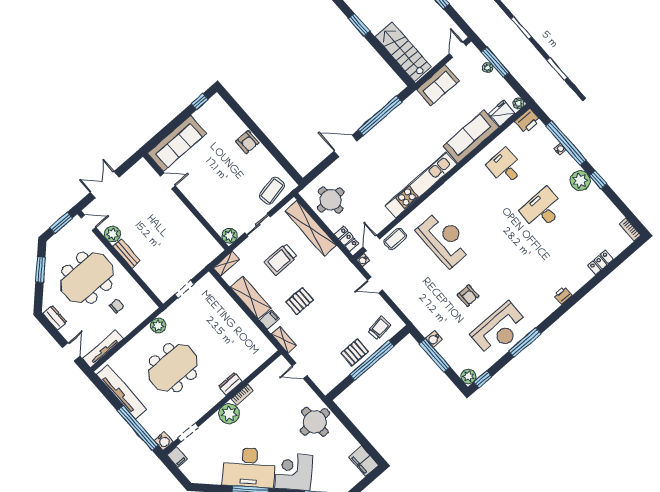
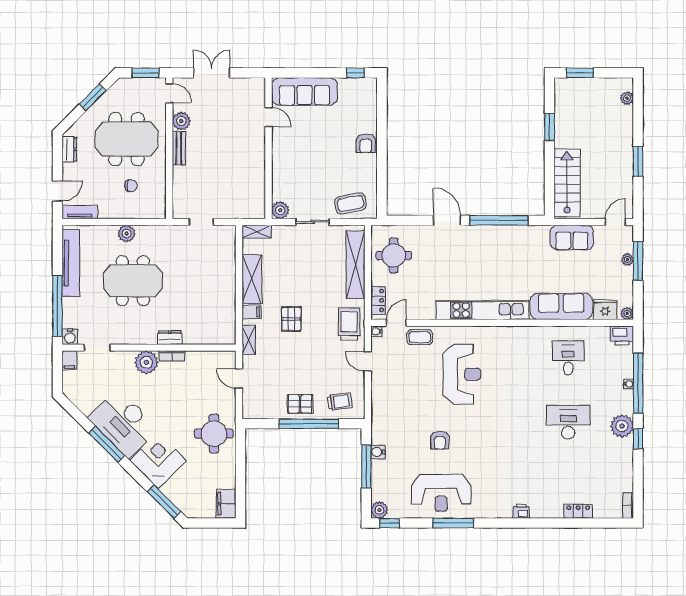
trolley: (281, 259) -> (349, 324), moved, turned 90
pallet: (300, 301) -> (291, 319), turned 90
plant: (158, 326) -> (127, 234), moved
tv unit: (103, 349) -> (80, 212), width x0.71

